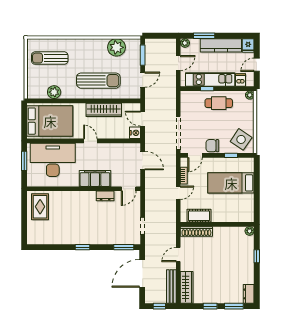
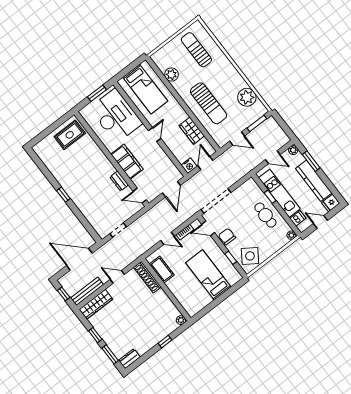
wardrobe: (104, 110) -> (192, 131), width x0.67
bed: (50, 121) -> (145, 89), width x0.67
window: (124, 247) -> (89, 228), removed

